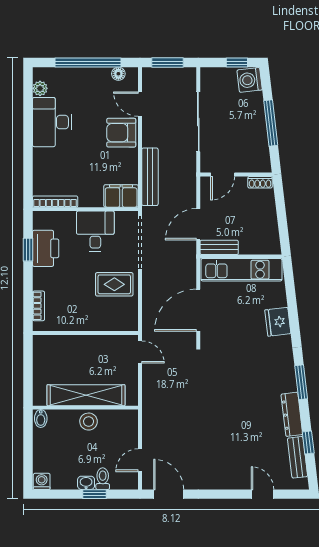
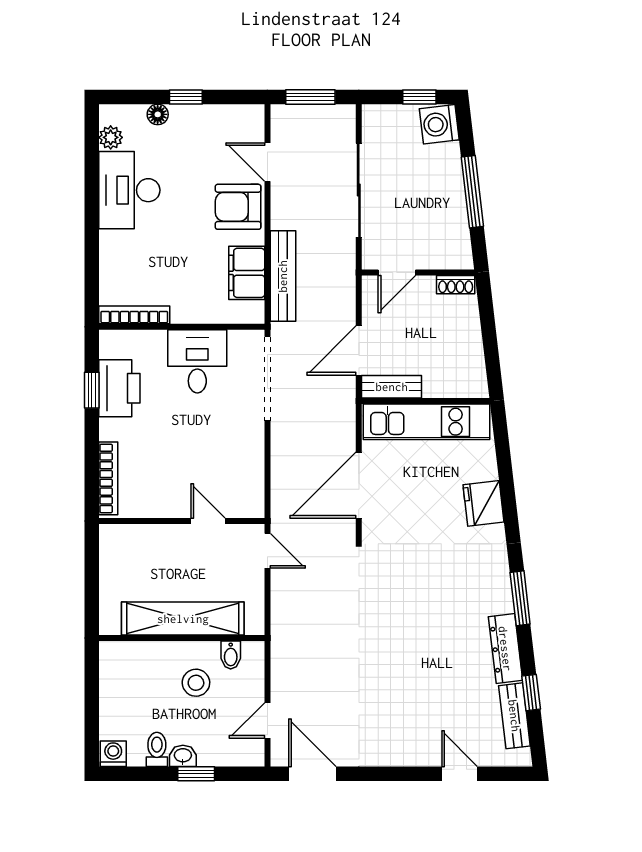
window: (88, 63) -> (186, 97), width x0.32
floor lamp: (118, 74) -> (158, 114), moved
filing cabinet: (121, 196) -> (247, 273), moved, turned -90
rug: (114, 284) -> (227, 445), removed
bookcase: (39, 306) -> (108, 478), width x1.56
door: (102, 333) -> (208, 521), added
bidet: (41, 419) -> (231, 655), moved
stool: (89, 422) -> (196, 683), moved
toilet: (103, 479) -> (157, 749), moved

